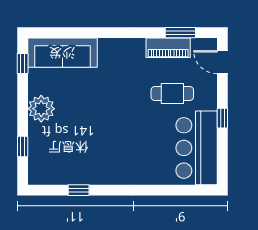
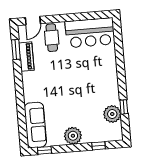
cafe table: (172, 94) -> (52, 38), moved
window: (222, 118) -> (69, 18), removed
plant: (69, 172) -> (112, 114), added

